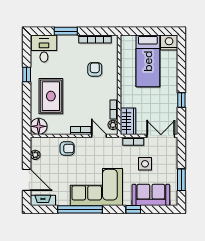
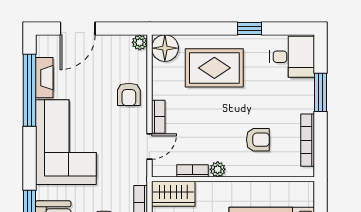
plant: (113, 125) -> (218, 169), moved
plant: (35, 155) -> (140, 42), moved
fireplace: (43, 200) -> (44, 78), moved
window: (80, 209) -> (29, 90), moved

